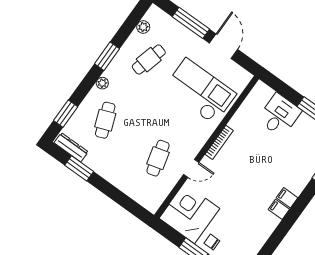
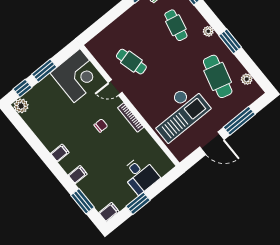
cafe table: (149, 60) -> (218, 76), width x1.37, depth x1.35
cafe table: (105, 120) -> (176, 25), turned 33
door: (191, 168) -> (115, 88), hinge flipped
filing cabinet: (287, 198) -> (78, 175), moved
chair: (212, 242) -> (101, 126), moved

